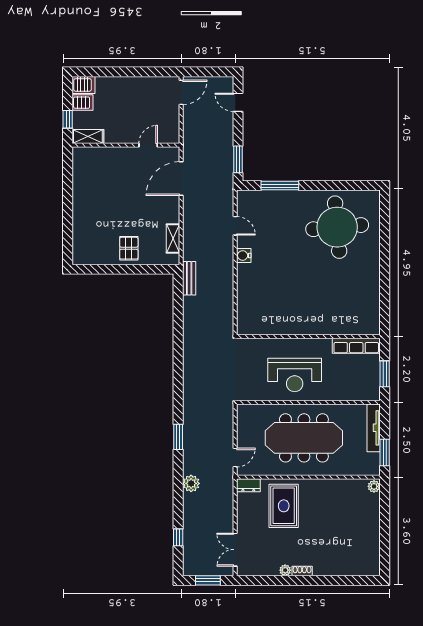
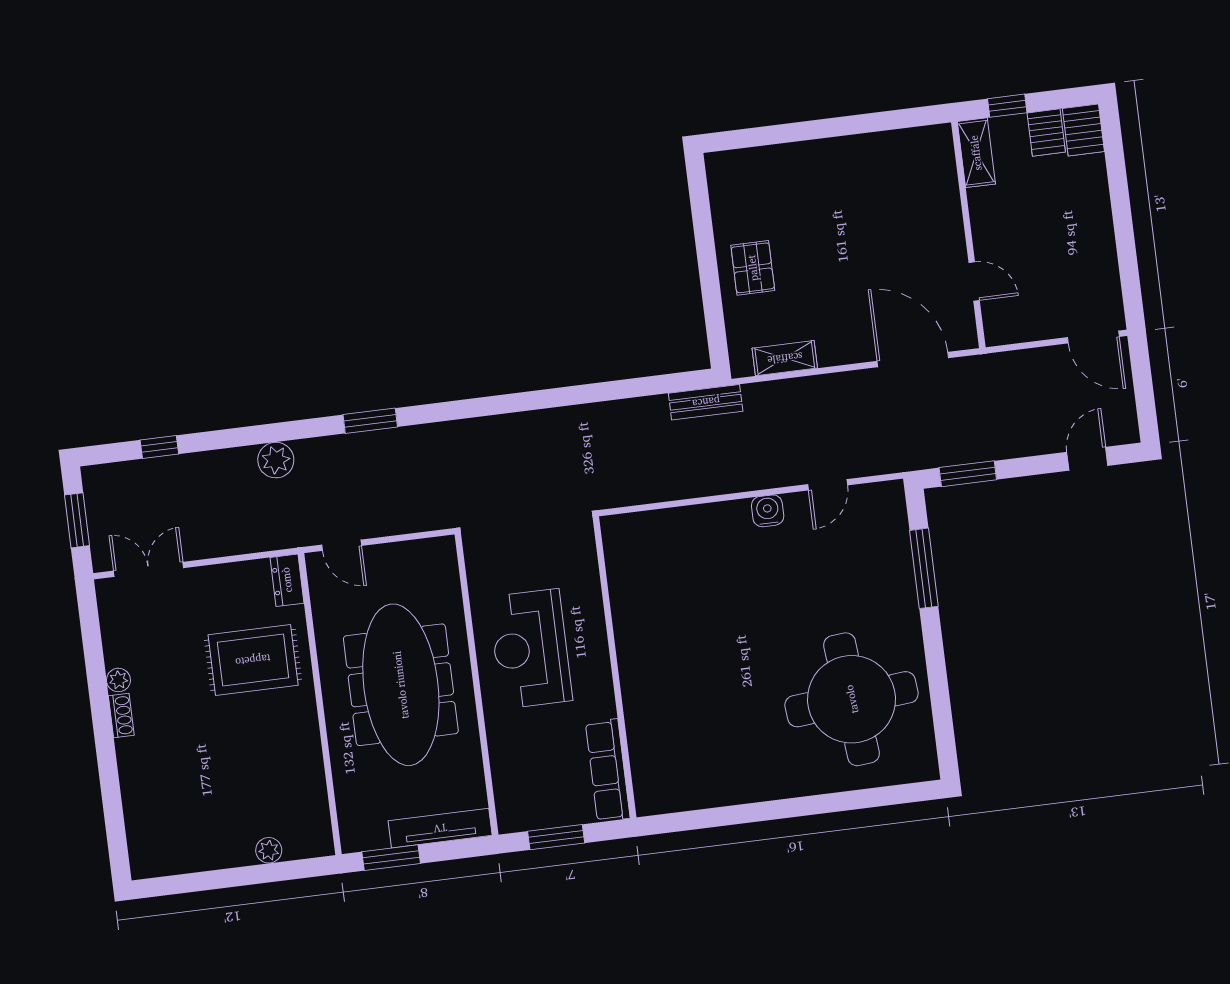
pallet: (129, 248) -> (753, 268), turned 90
plant: (374, 486) -> (269, 850), moved

